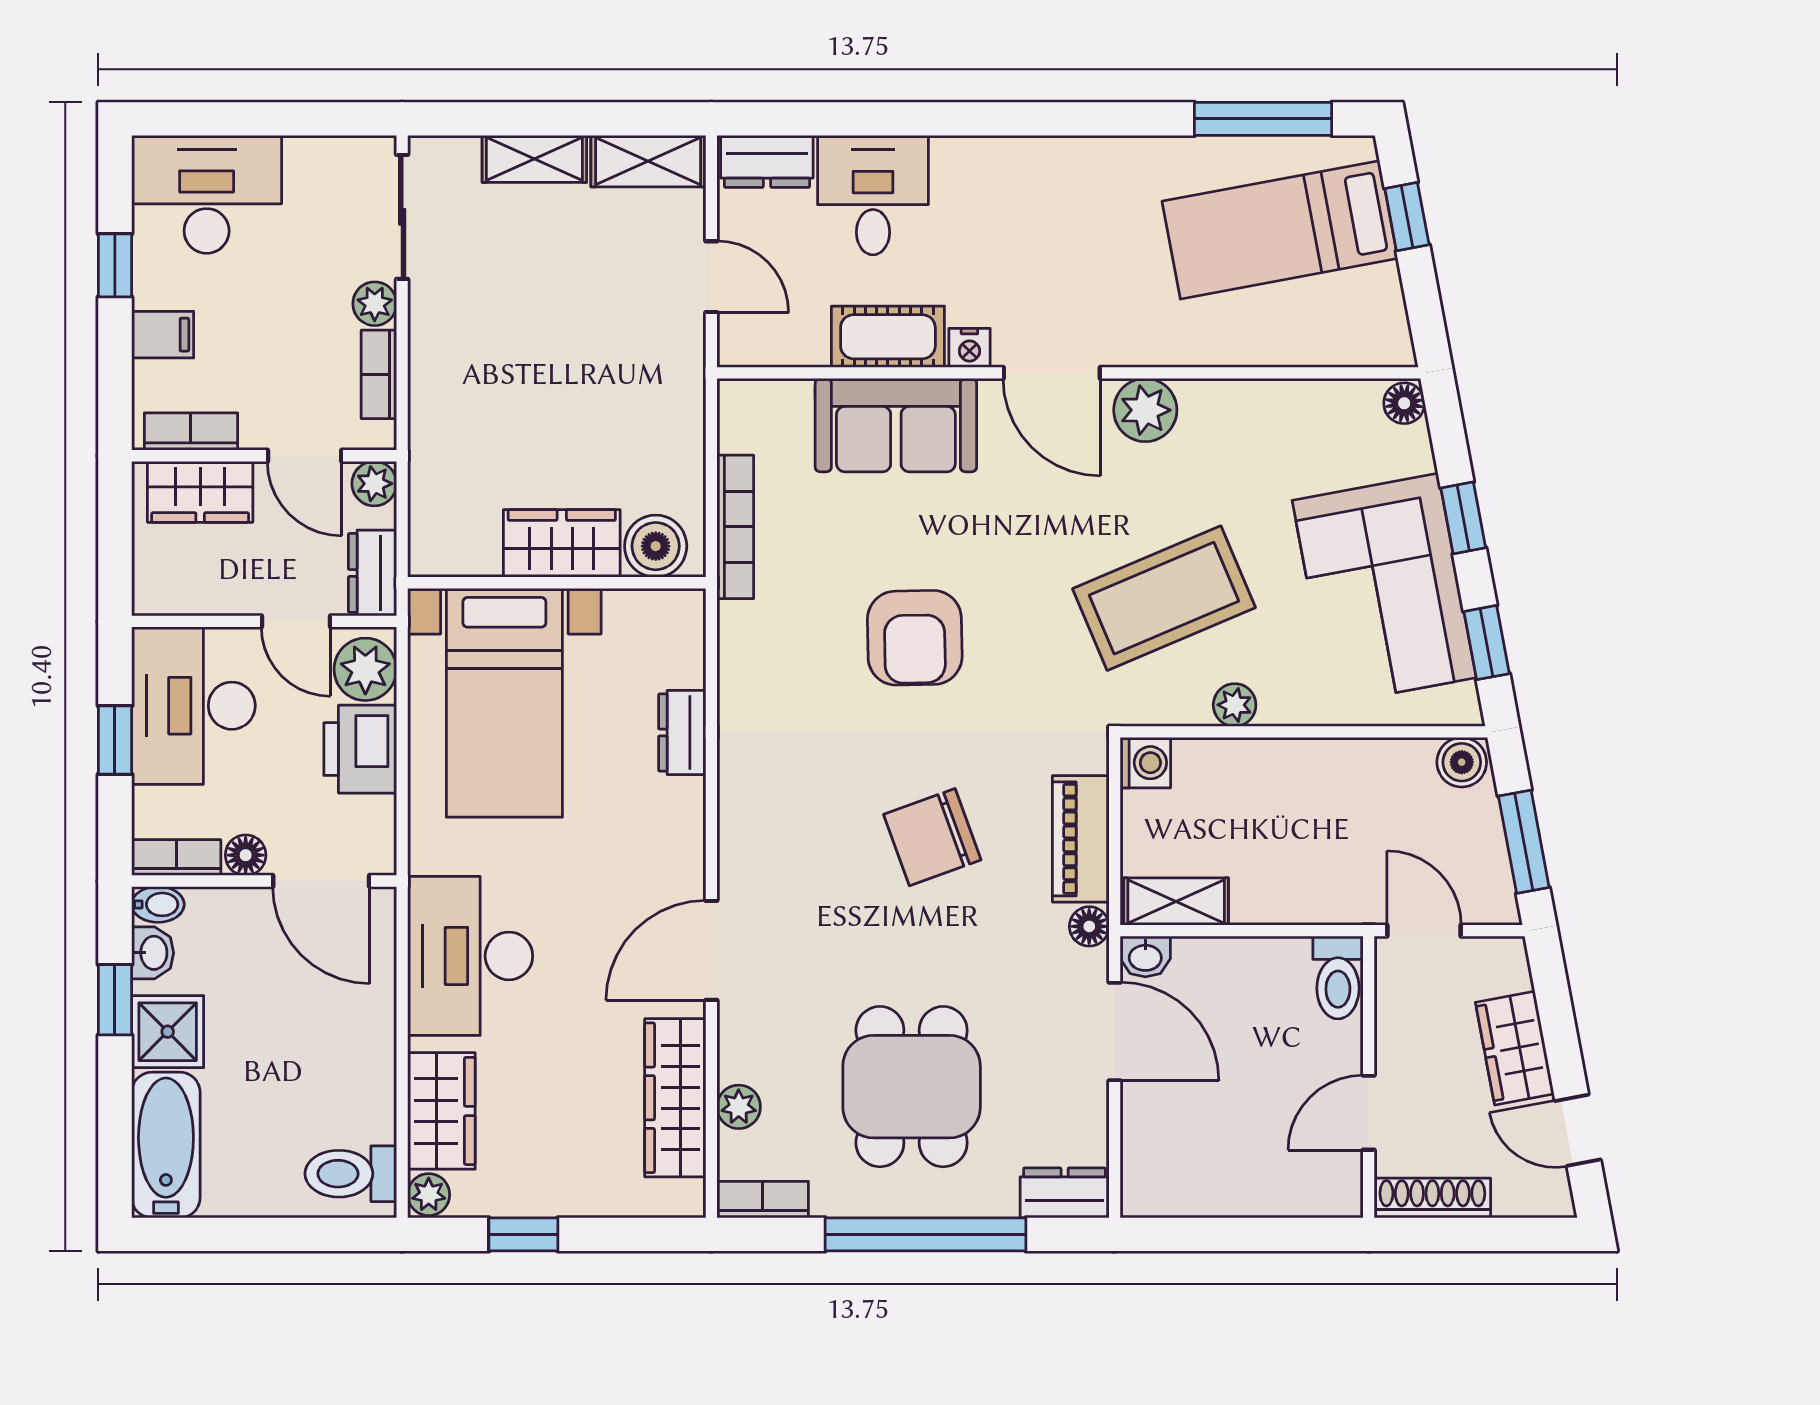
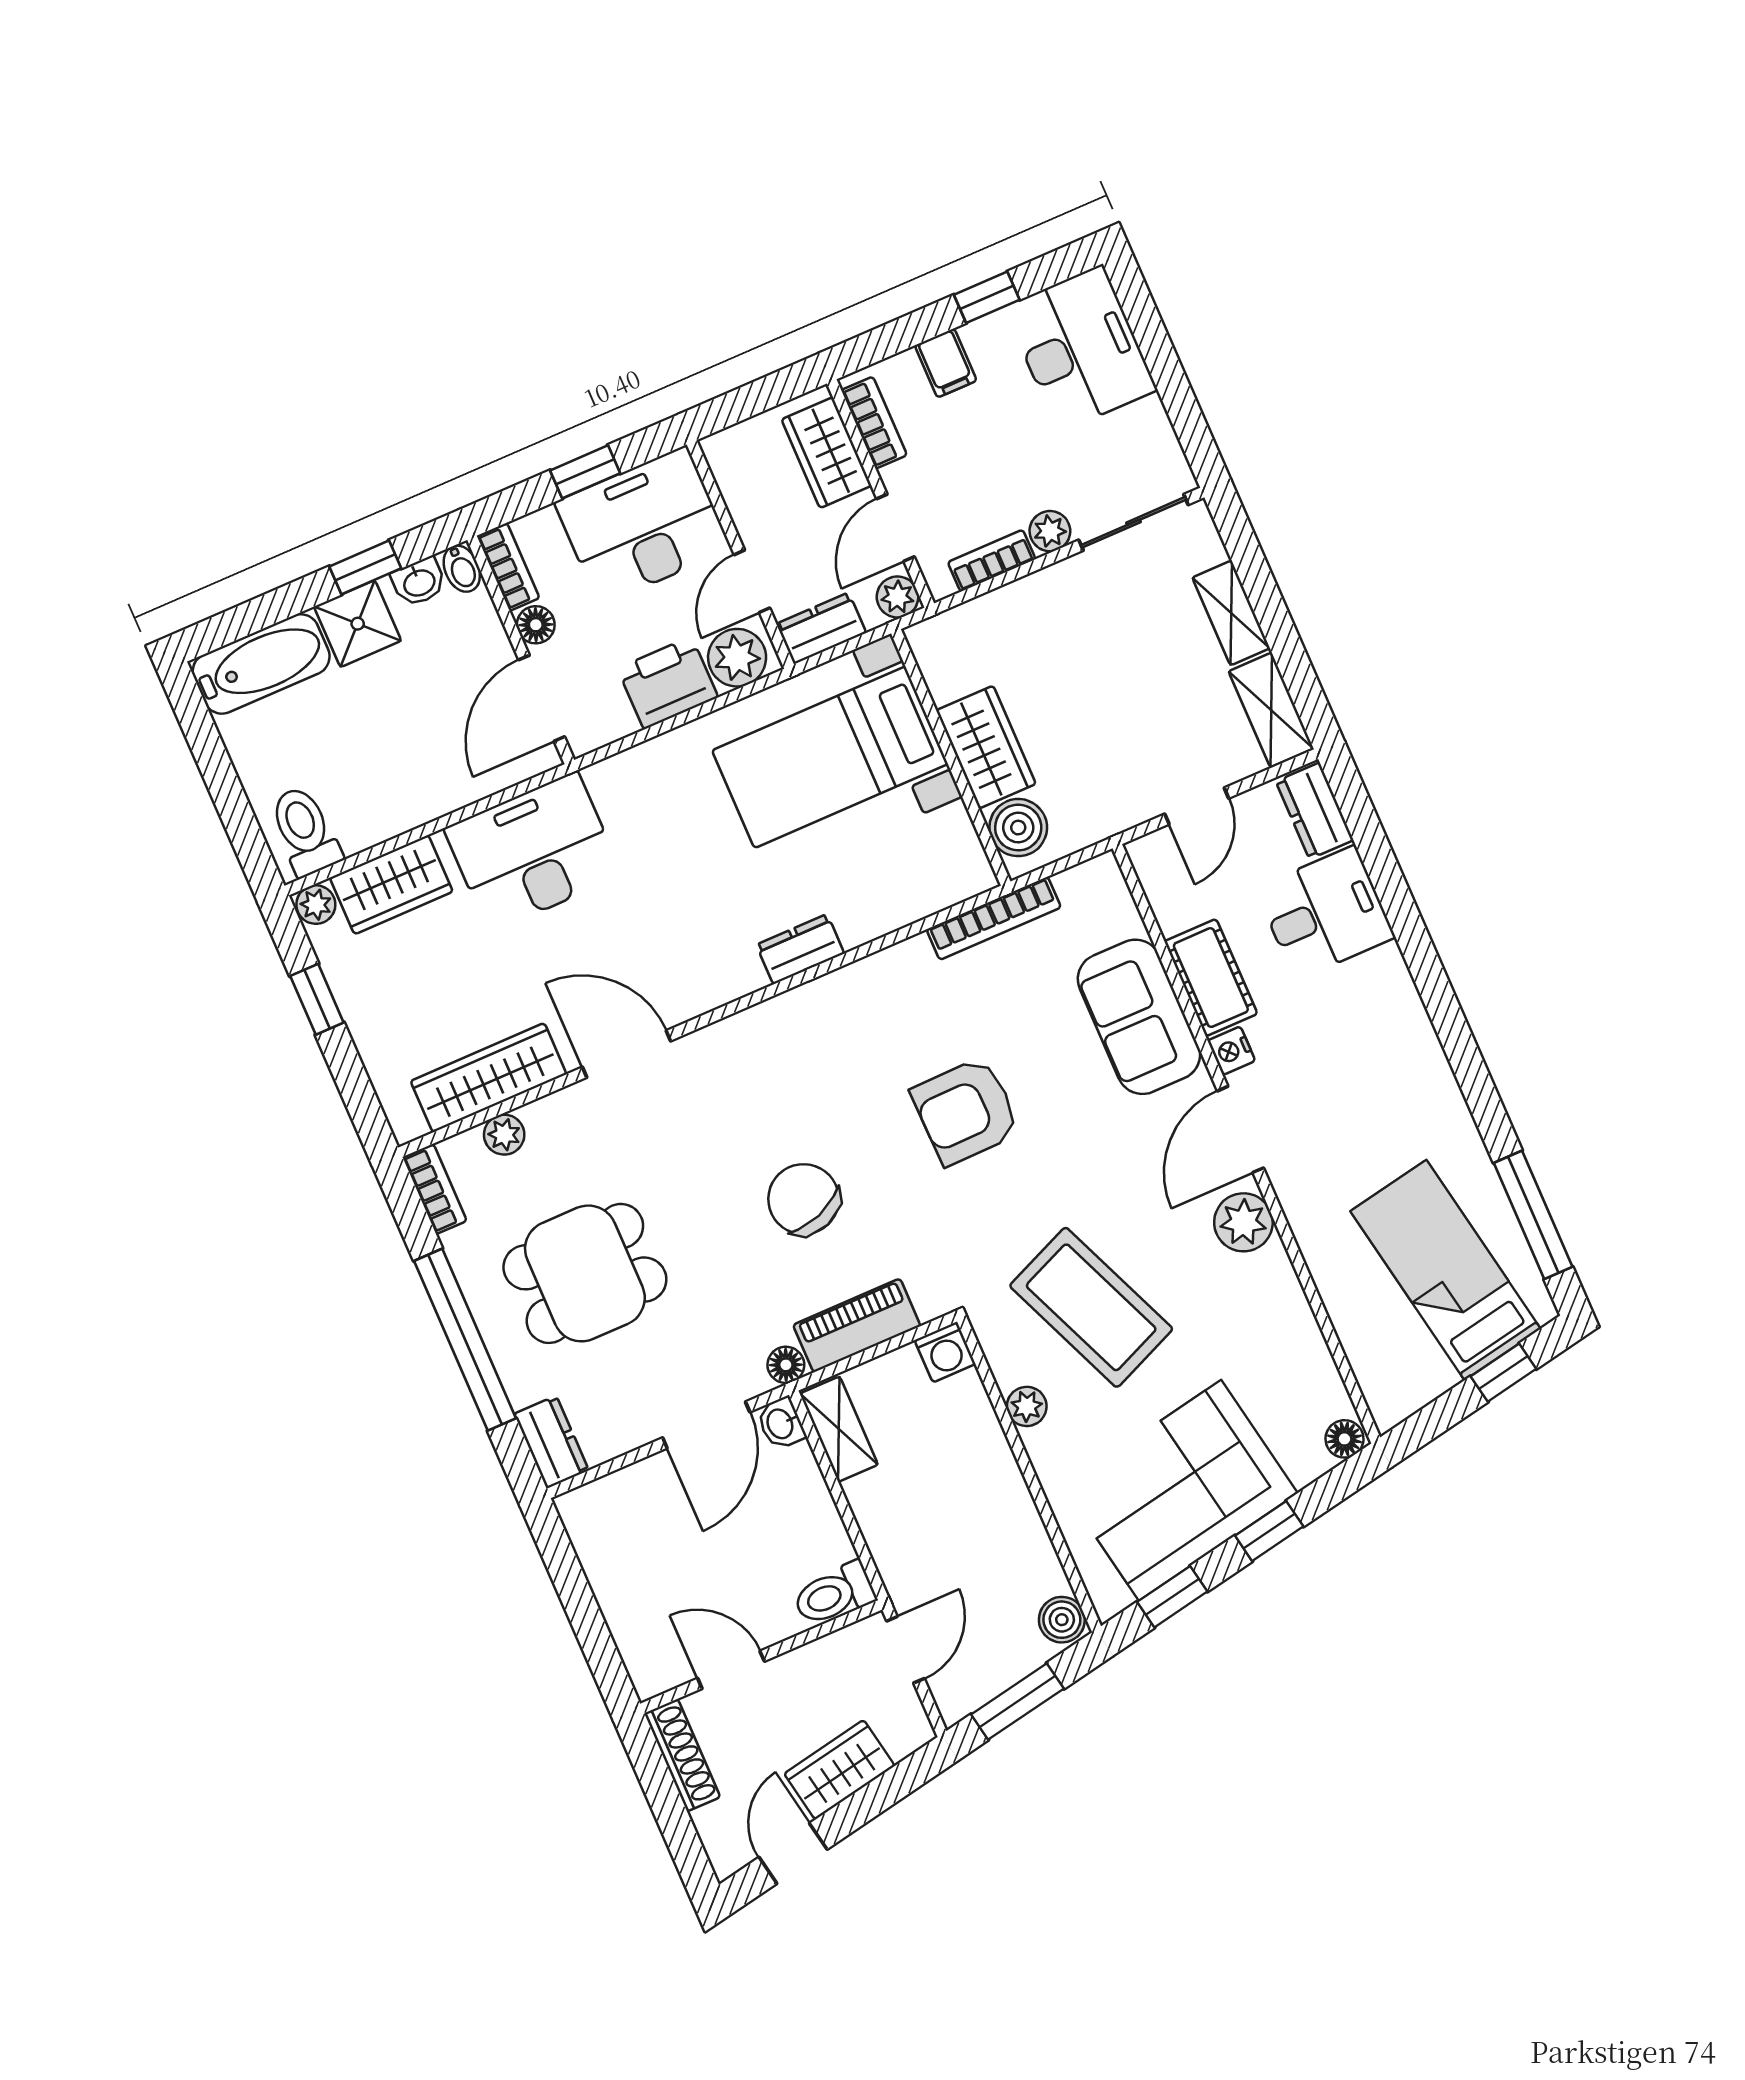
wardrobe: (562, 543) -> (986, 747), moved
boiler: (656, 546) -> (1018, 828), moved
wall: (557, 583) -> (951, 757), moved
bed with nightstands: (504, 703) -> (830, 757), moved

